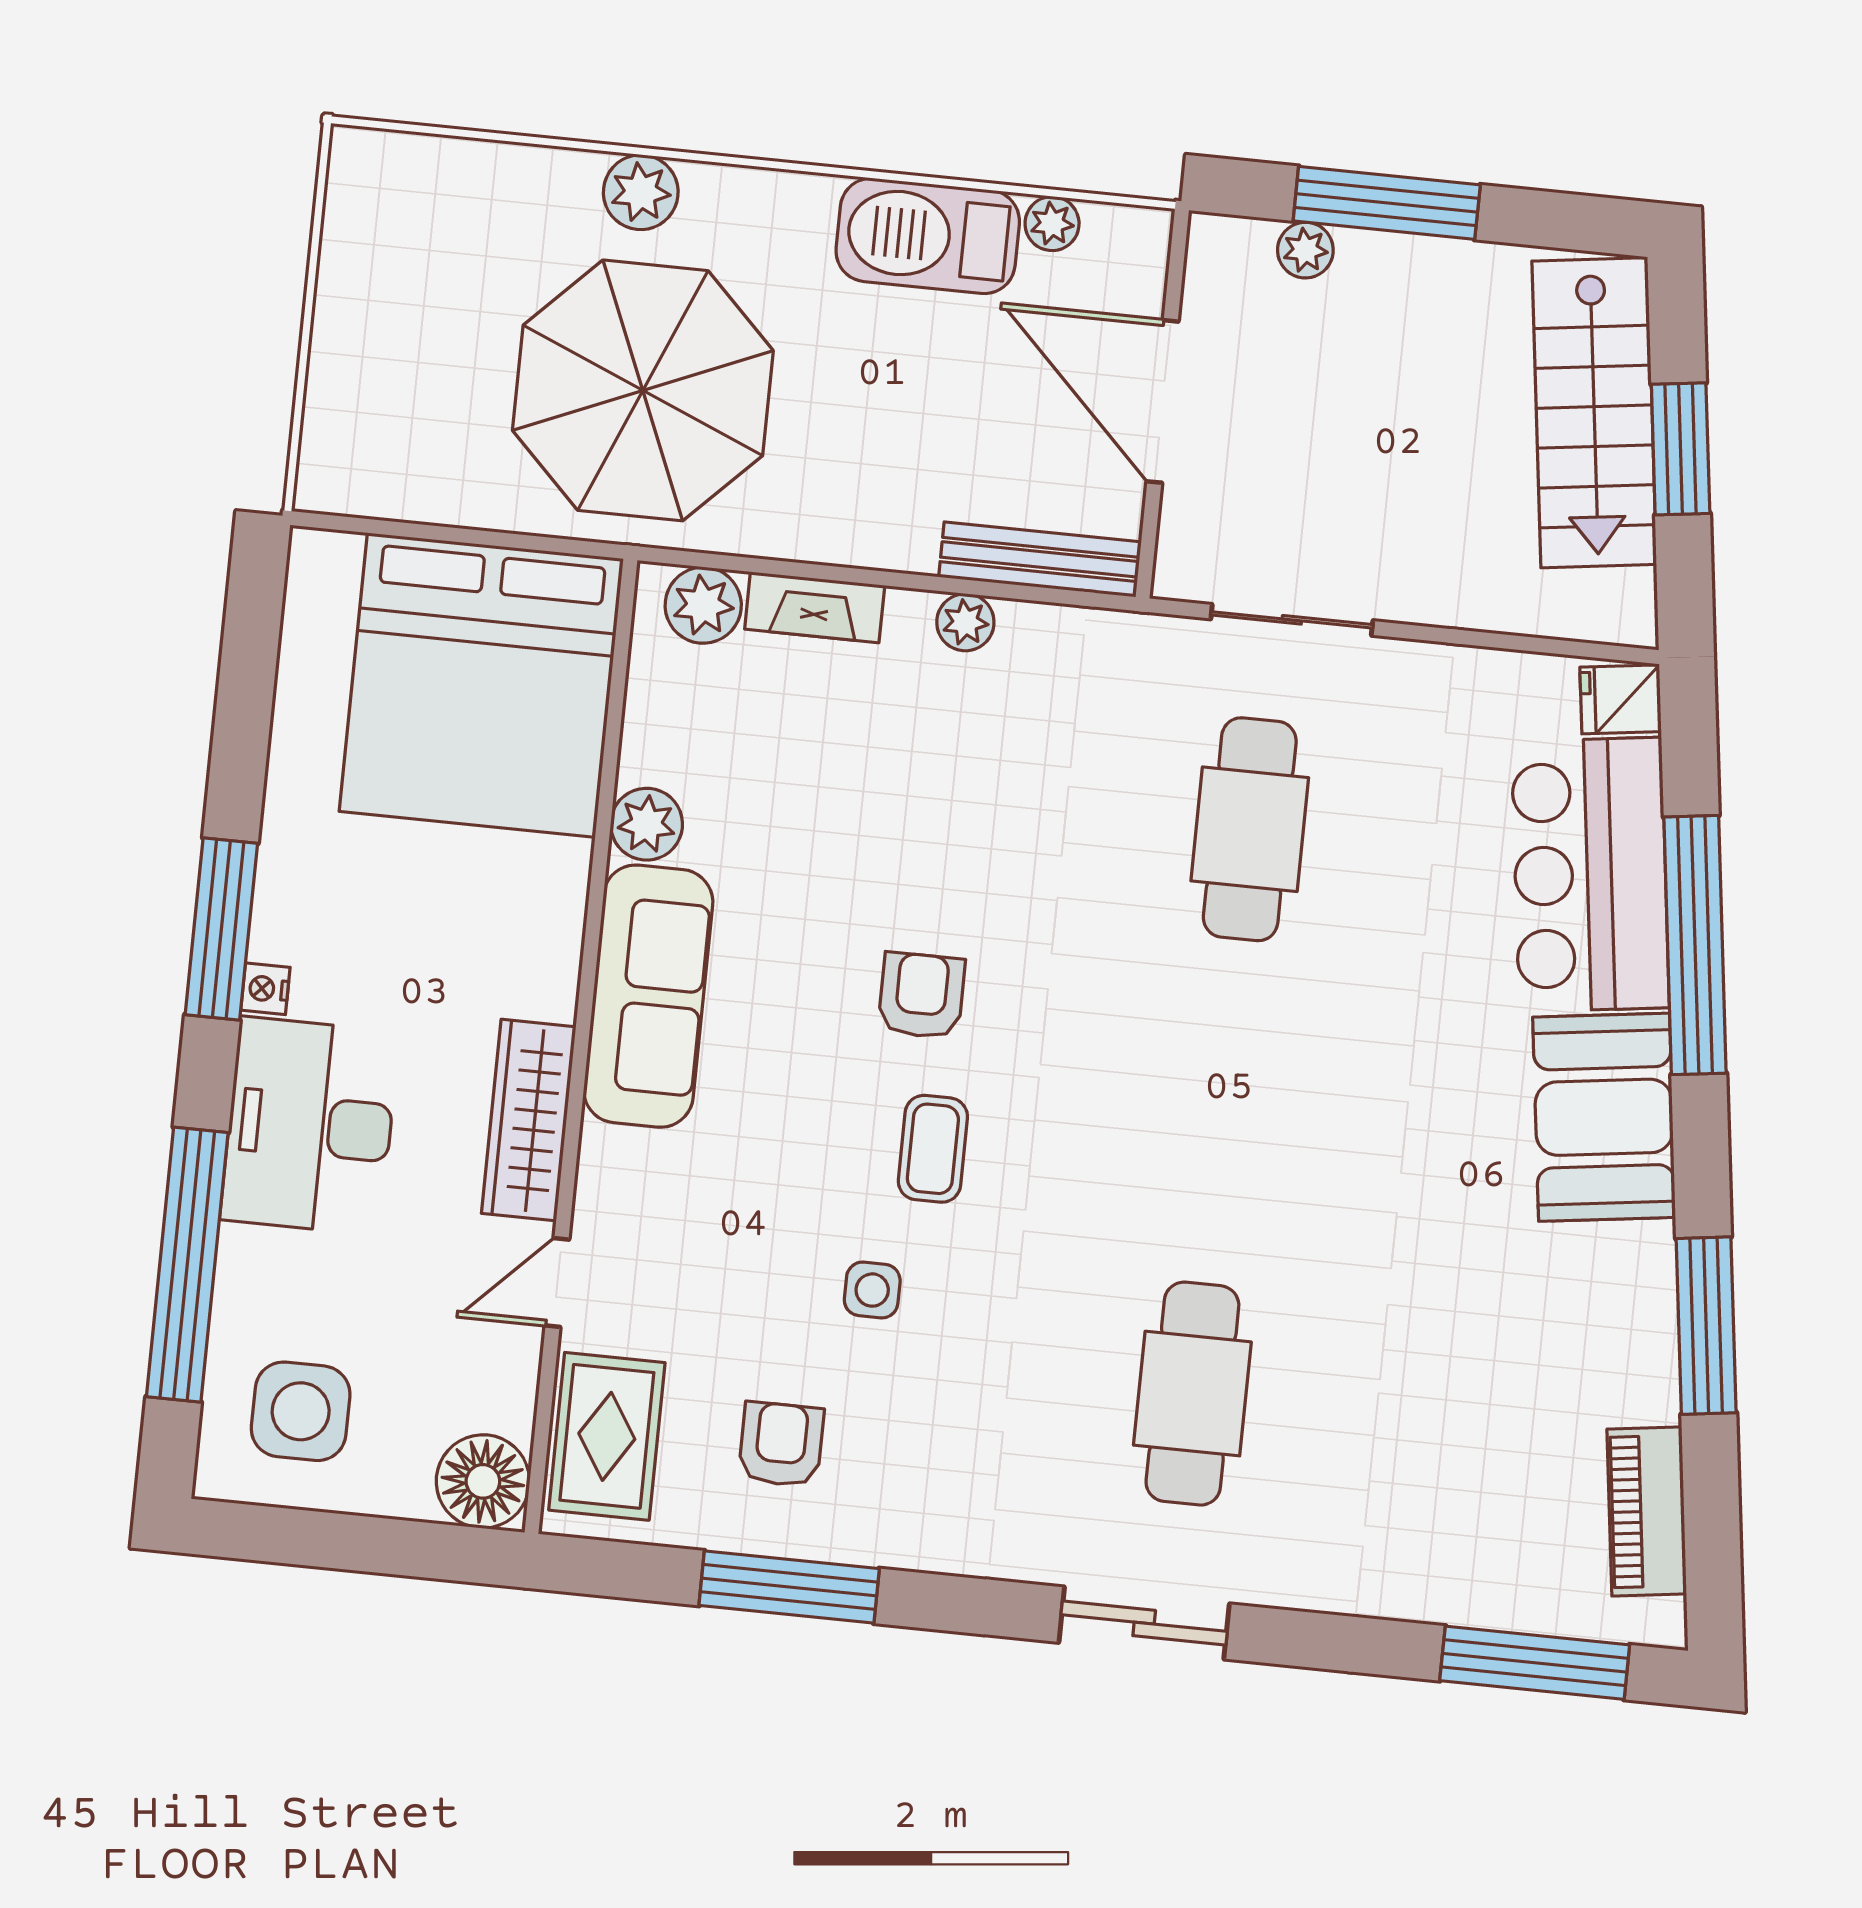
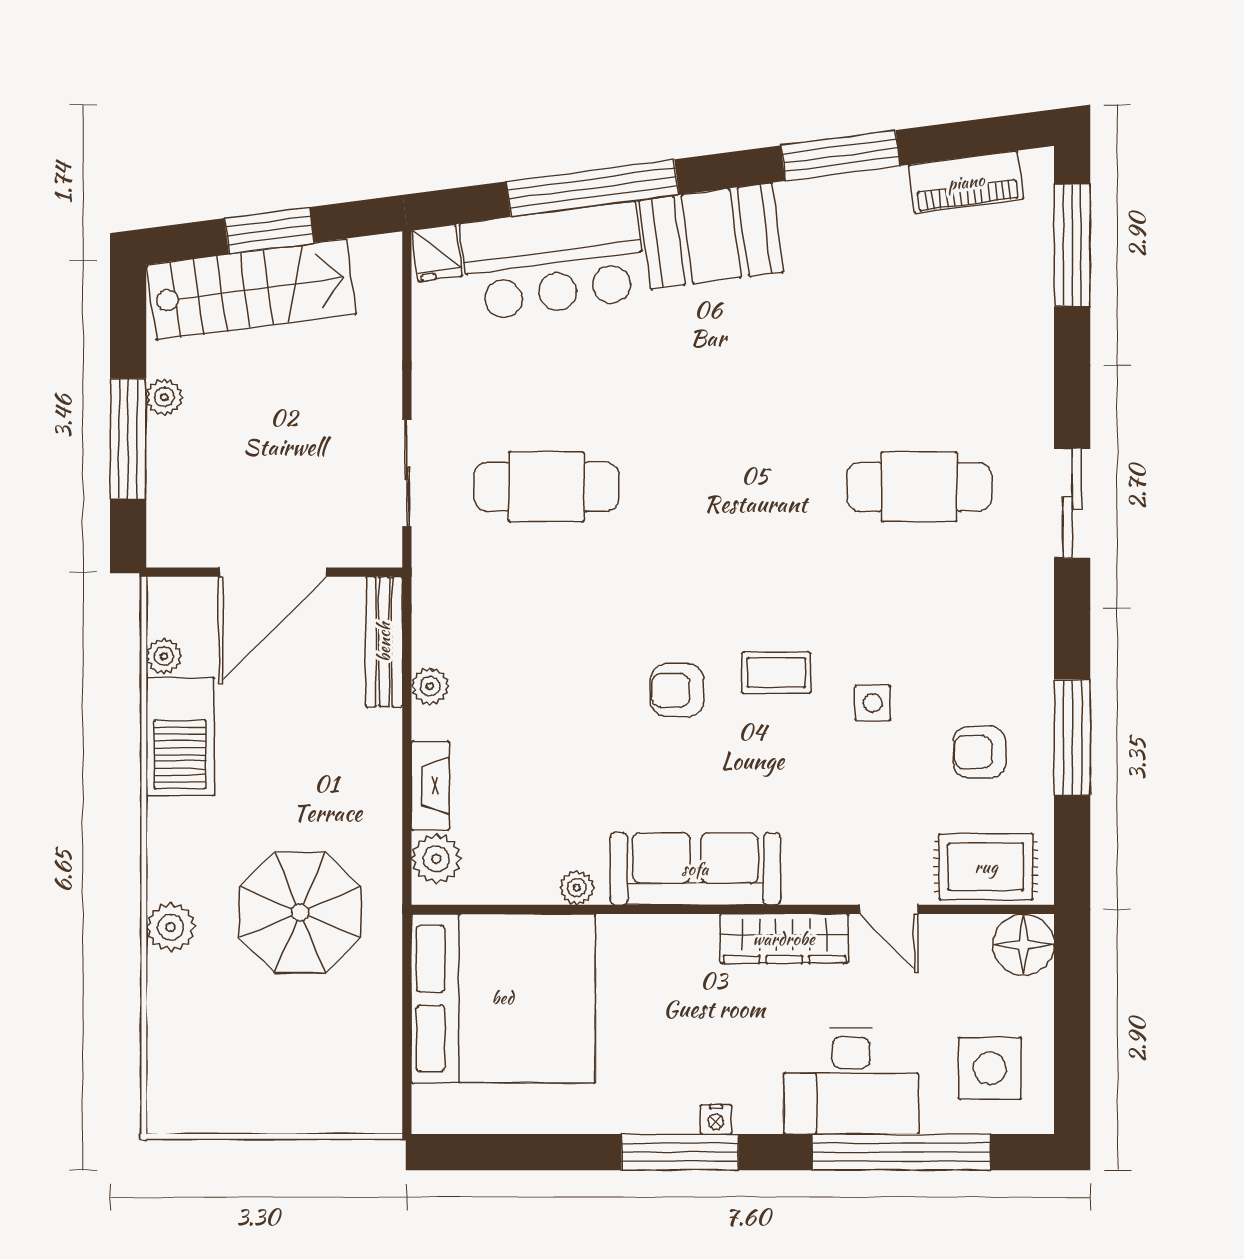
plant: (1305, 250) -> (164, 397), moved
parasol: (643, 390) -> (300, 912), width x0.73, depth x0.73
plant: (647, 824) -> (577, 888), width x0.73, depth x0.73
desk: (310, 1126) -> (851, 1081), moved

